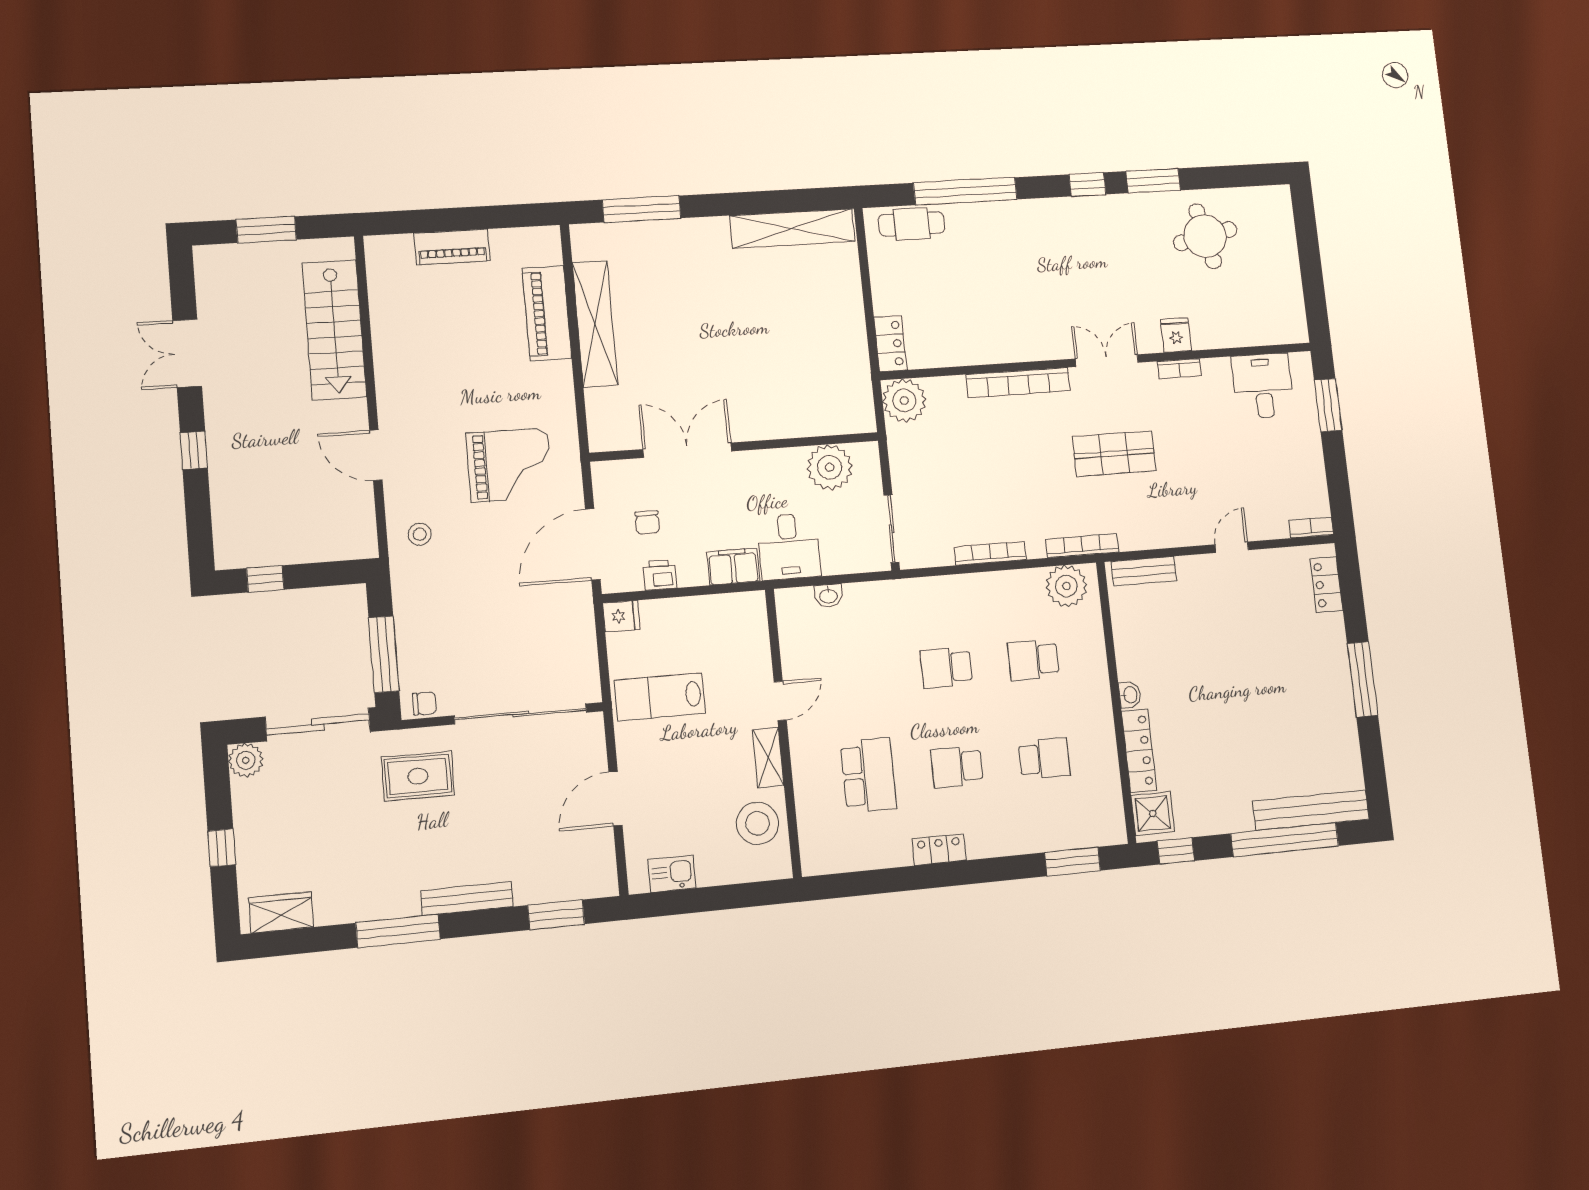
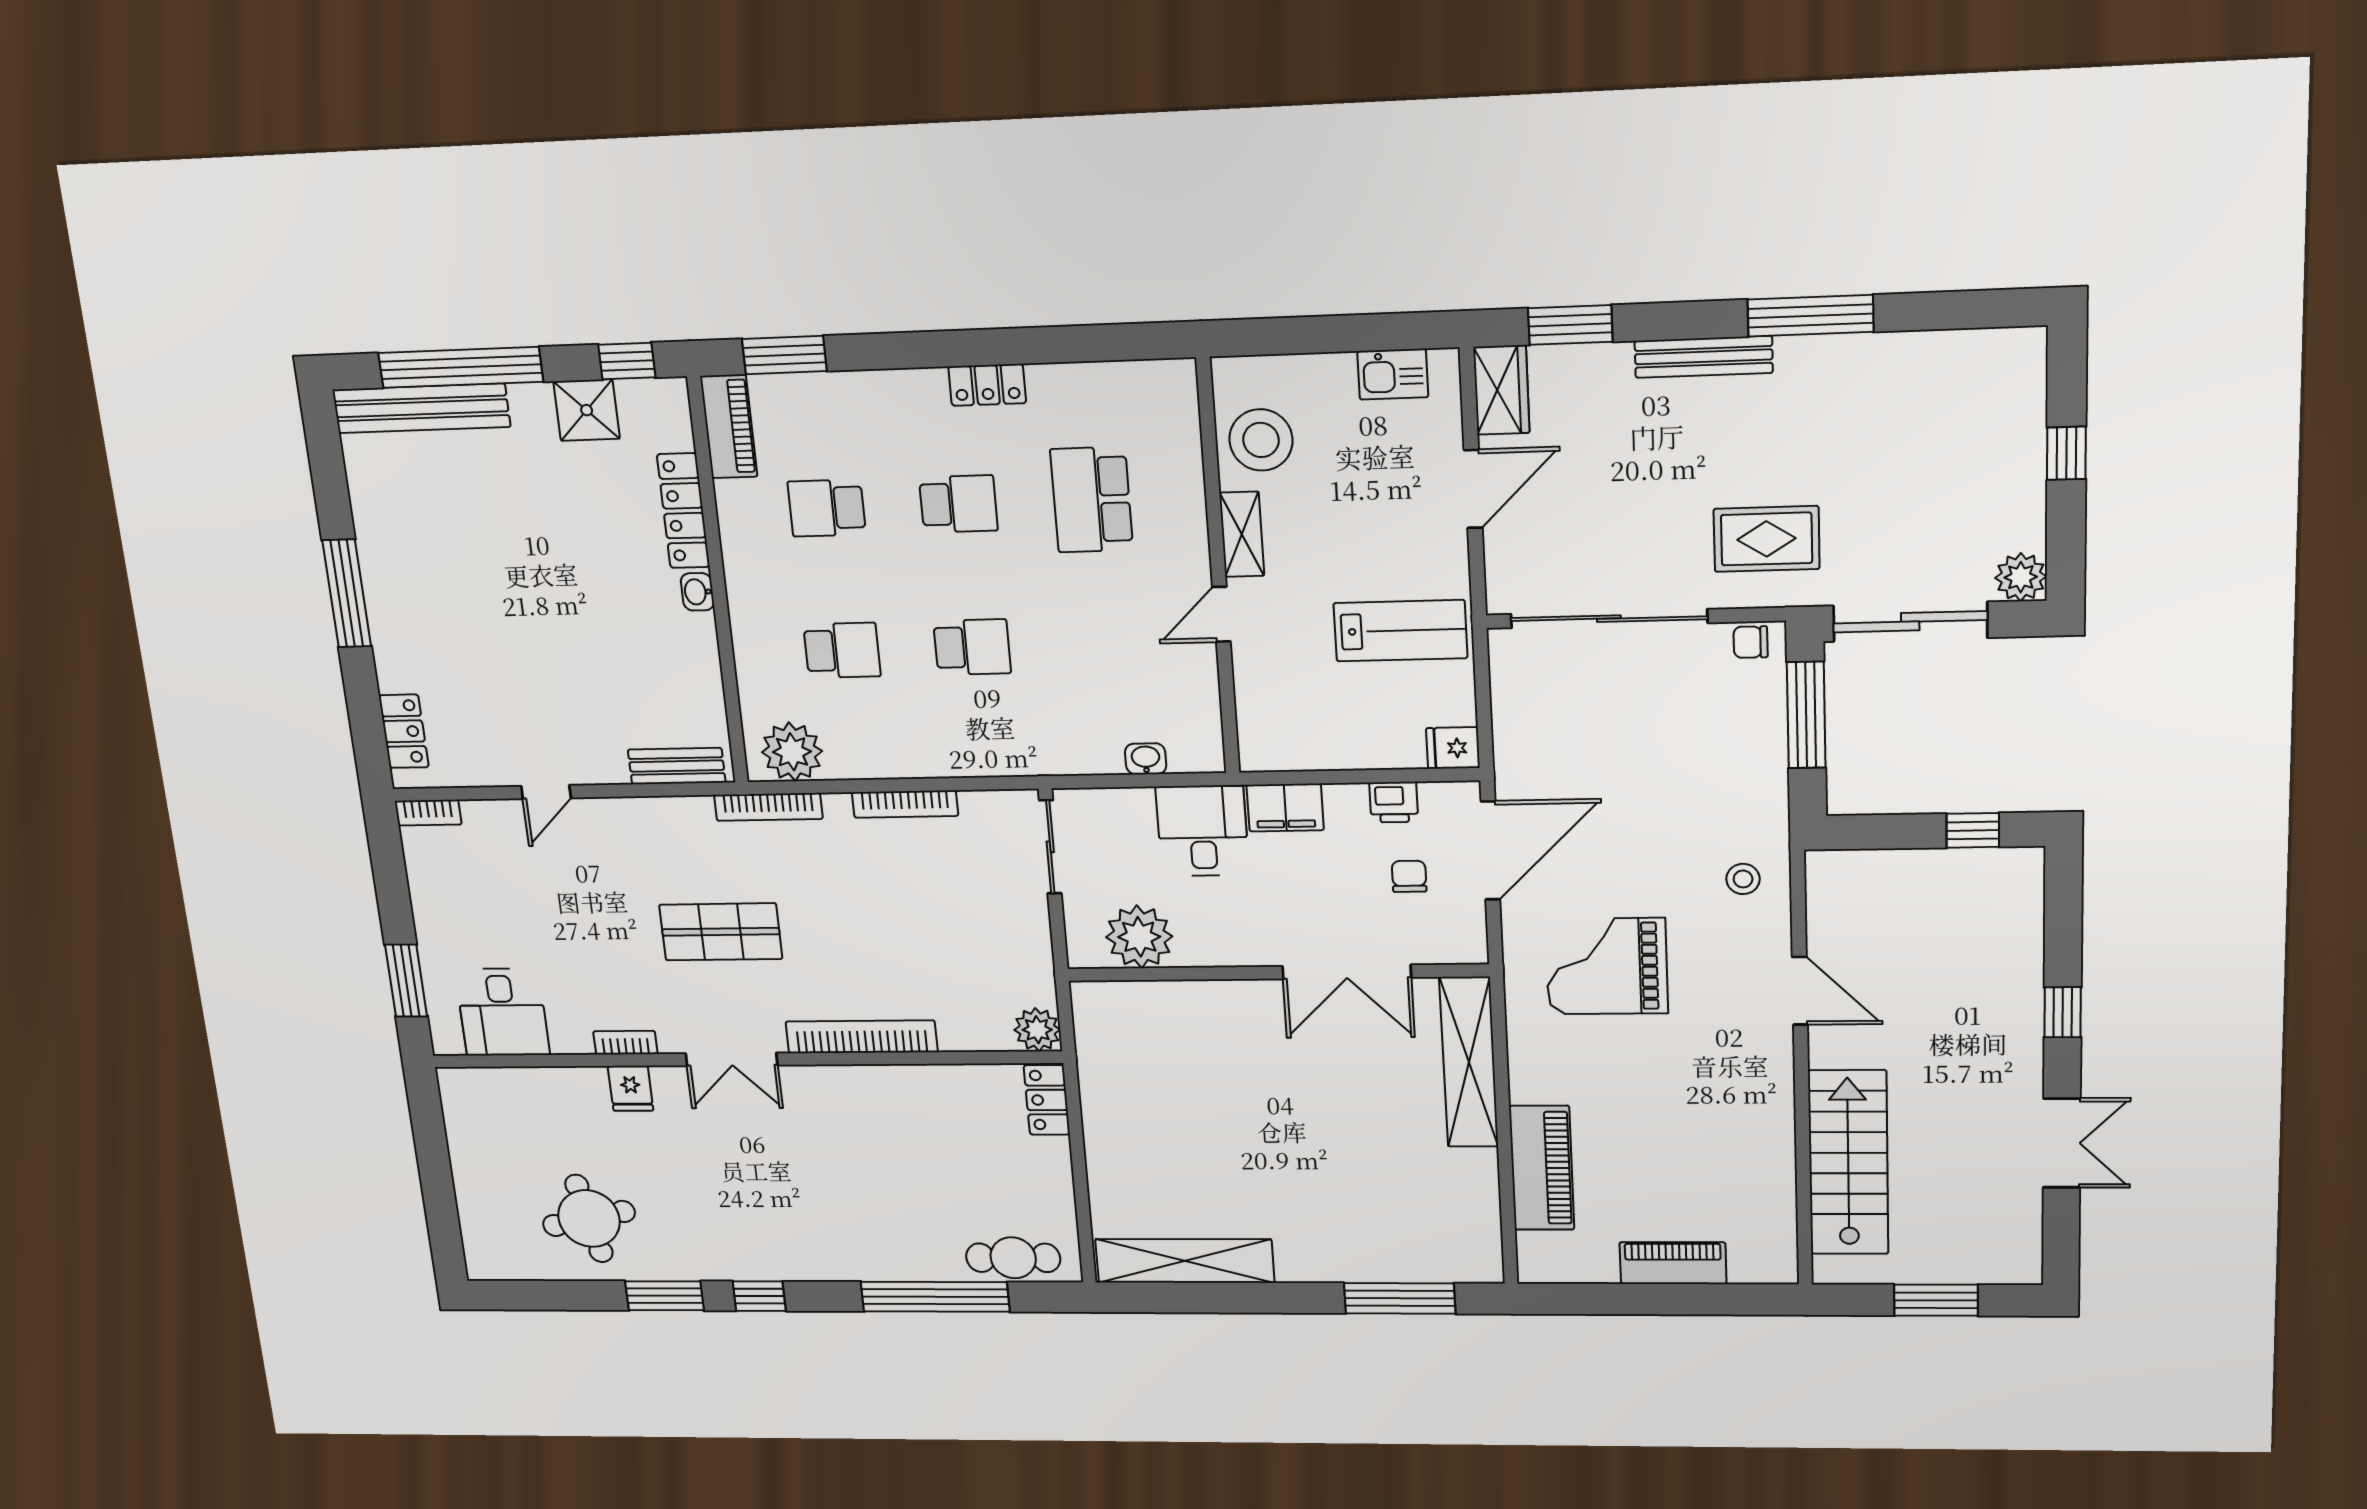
shelving: (595, 324) -> (1469, 1062), moved
plant: (904, 400) -> (1037, 1030), width x0.73, depth x0.73
piano: (1109, 811) -> (729, 426), added
shower: (1153, 813) -> (587, 410), moved
wardrobe: (281, 912) -> (1501, 390), moved, turned -90

